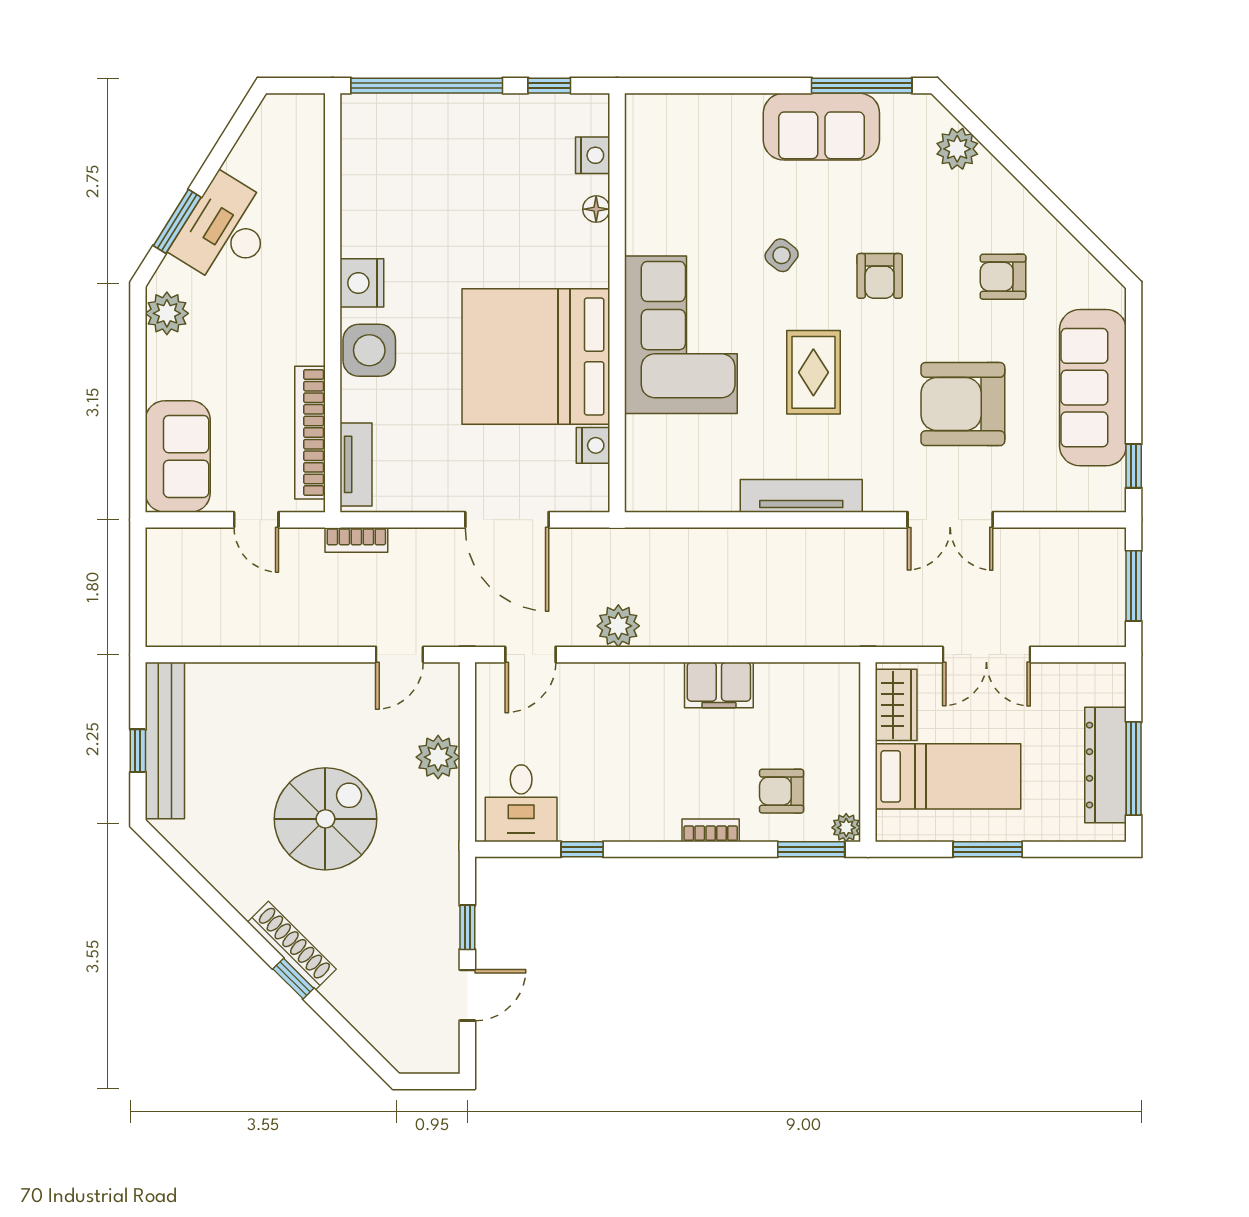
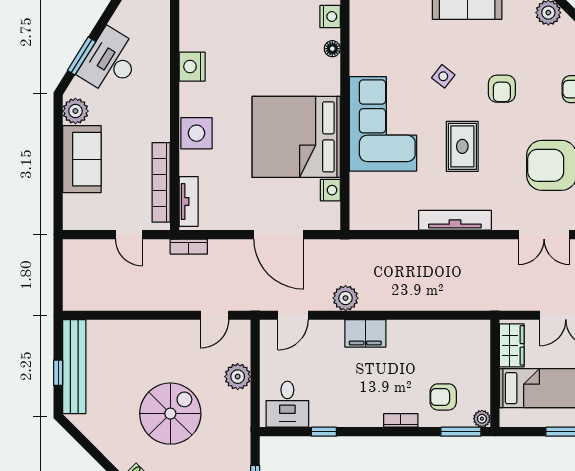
nightstand: (362, 283) -> (192, 67), moved
sofa: (178, 456) -> (82, 159), moved
filing cabinet: (719, 685) -> (365, 333), moved

